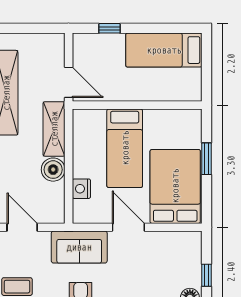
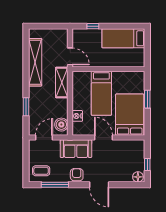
boiler: (53, 170) -> (61, 125), moved
door: (22, 227) -> (44, 138), hinge flipped

